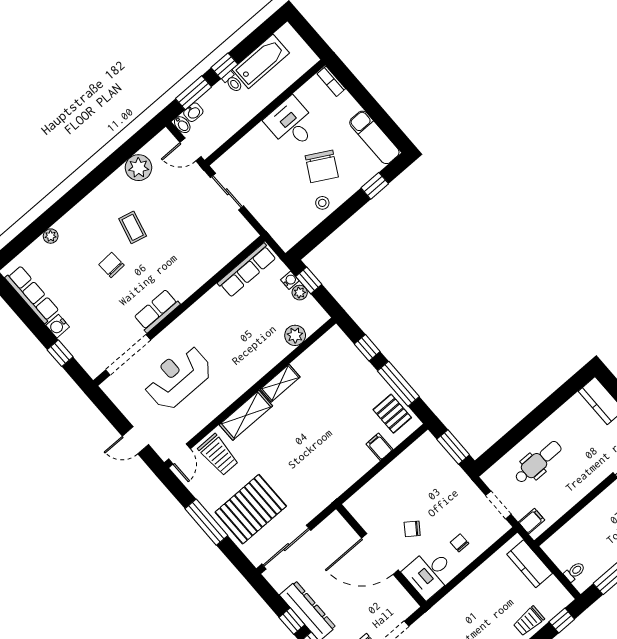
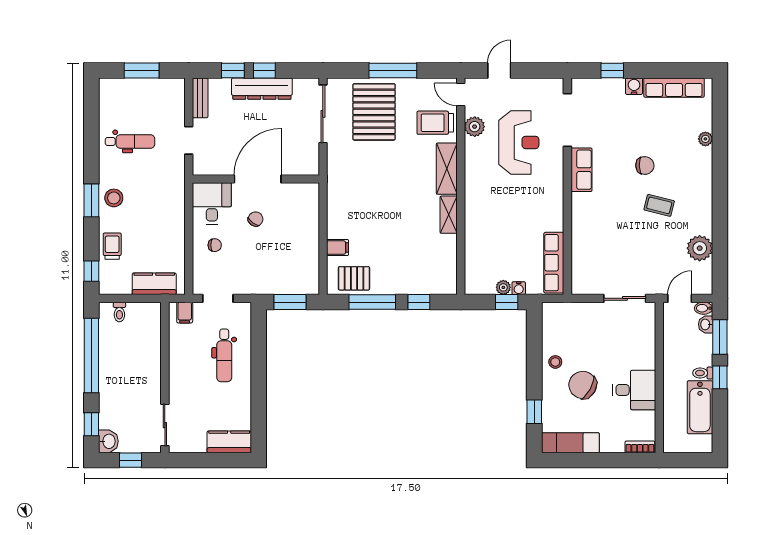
plant: (295, 335) -> (475, 127), moved

